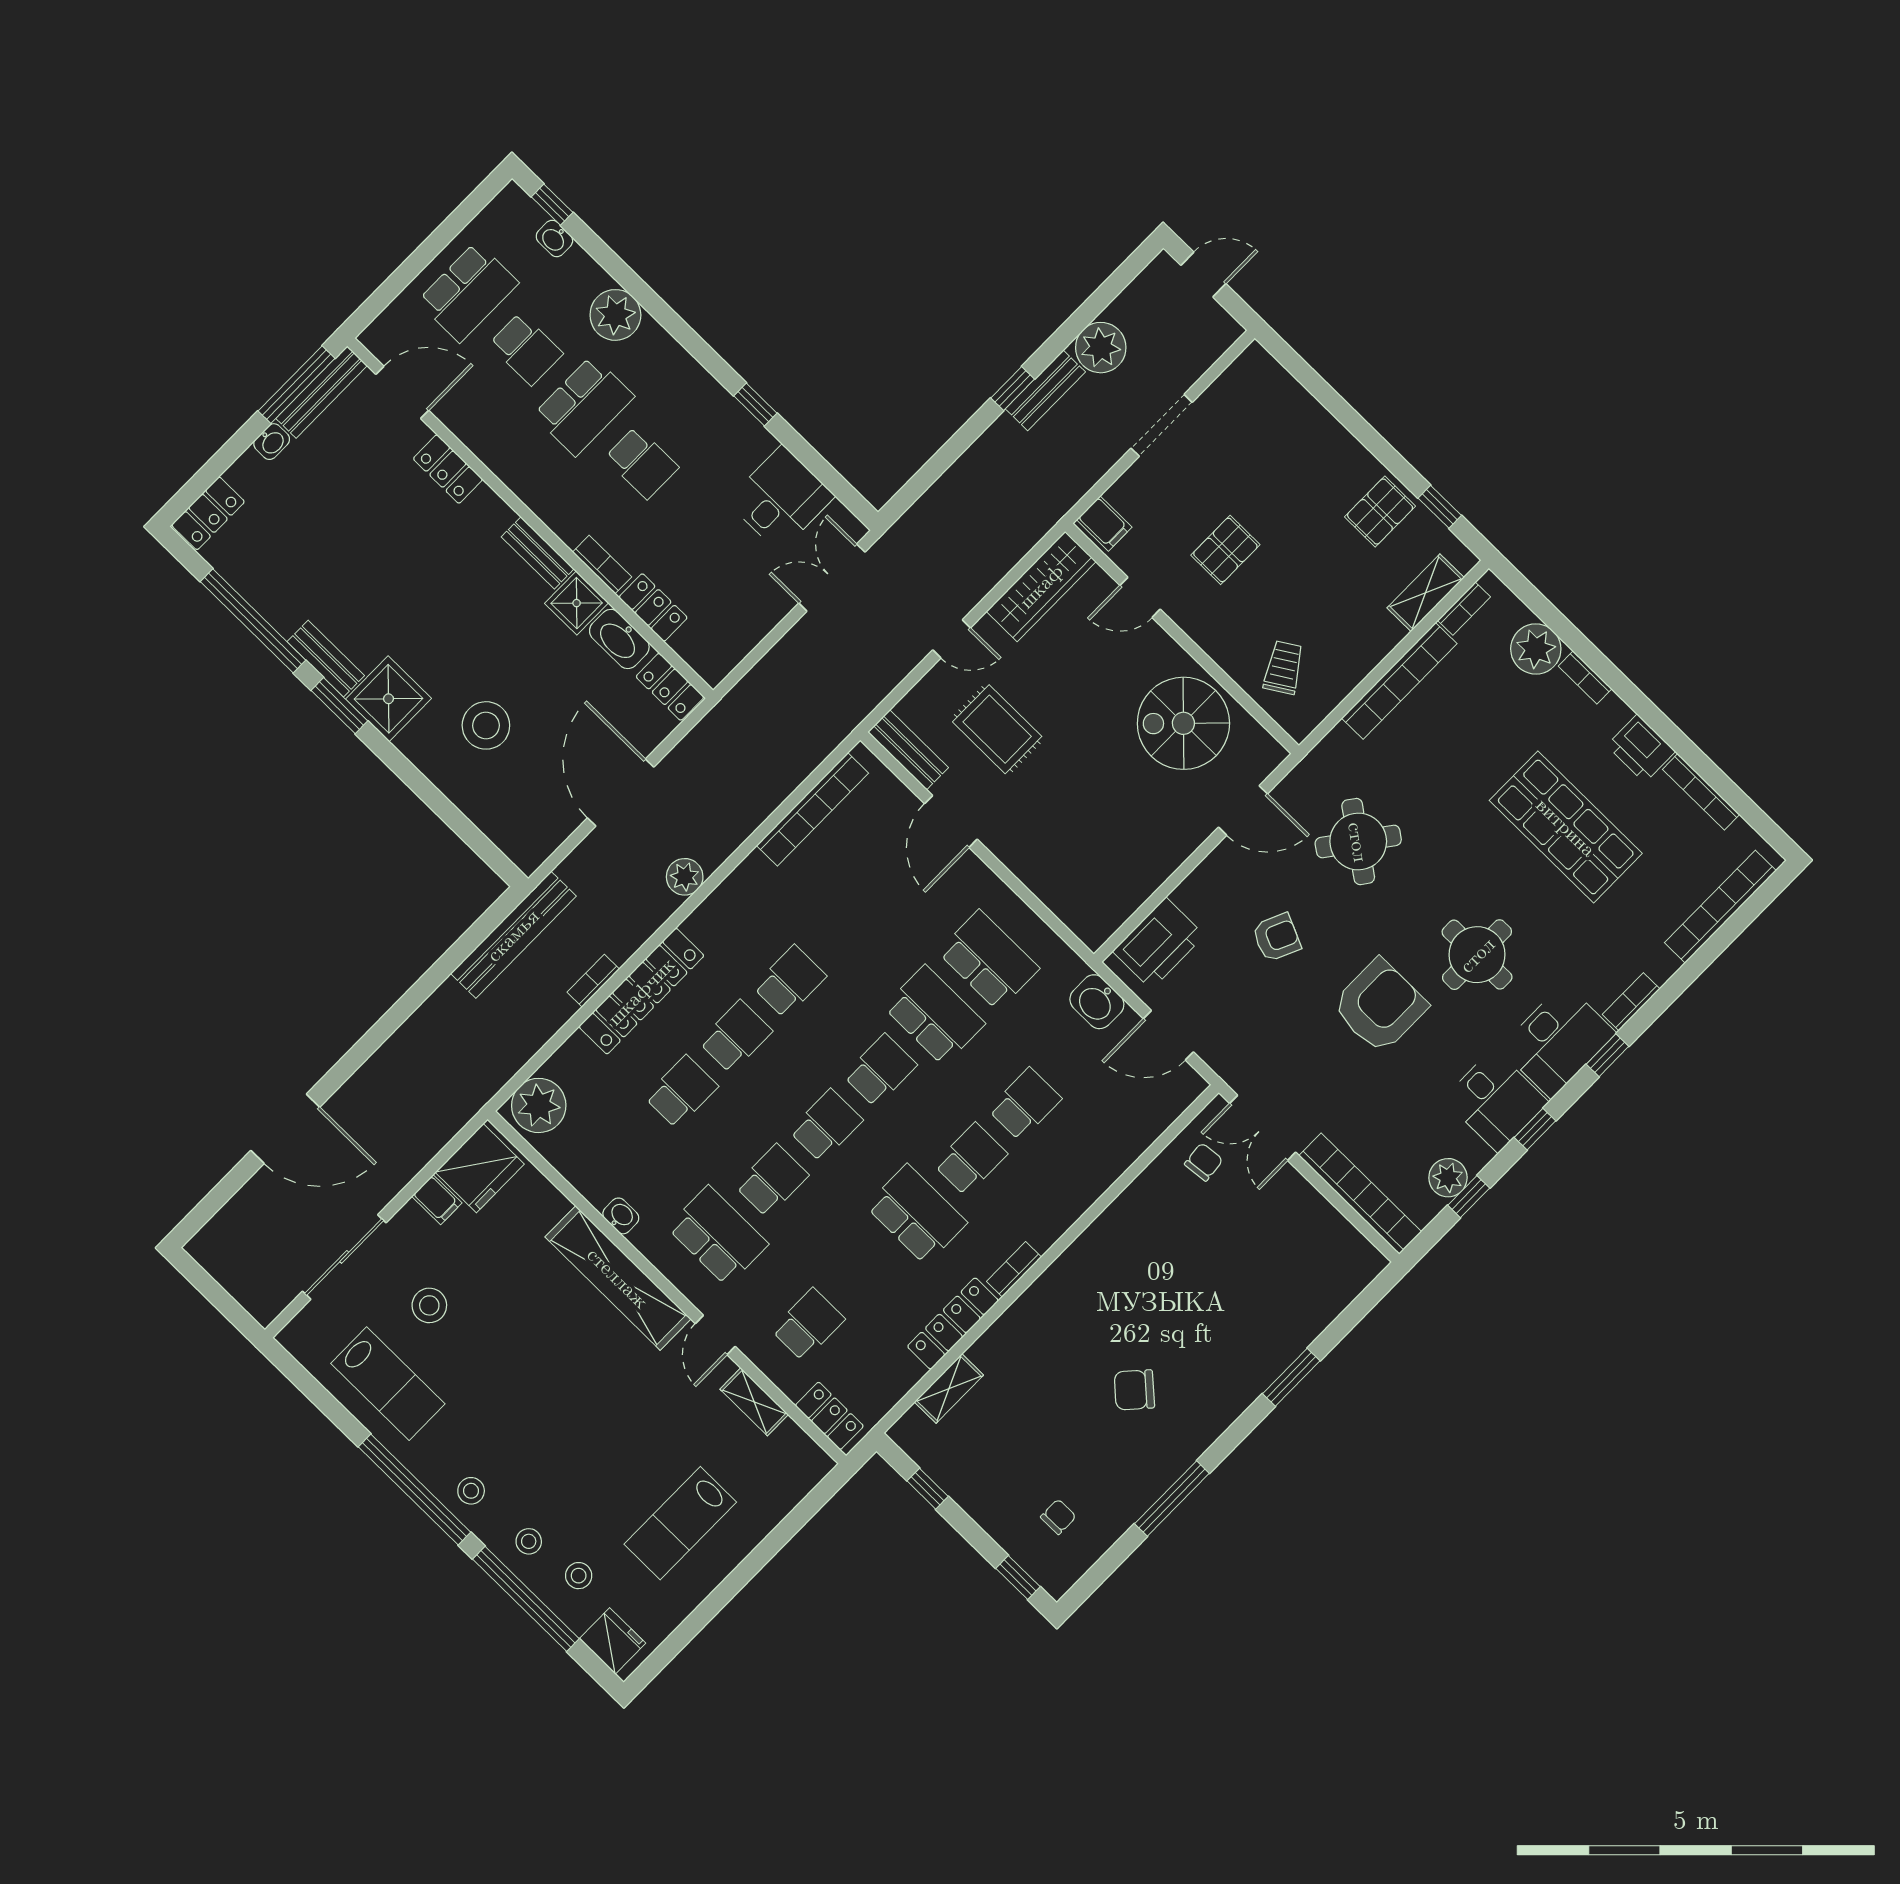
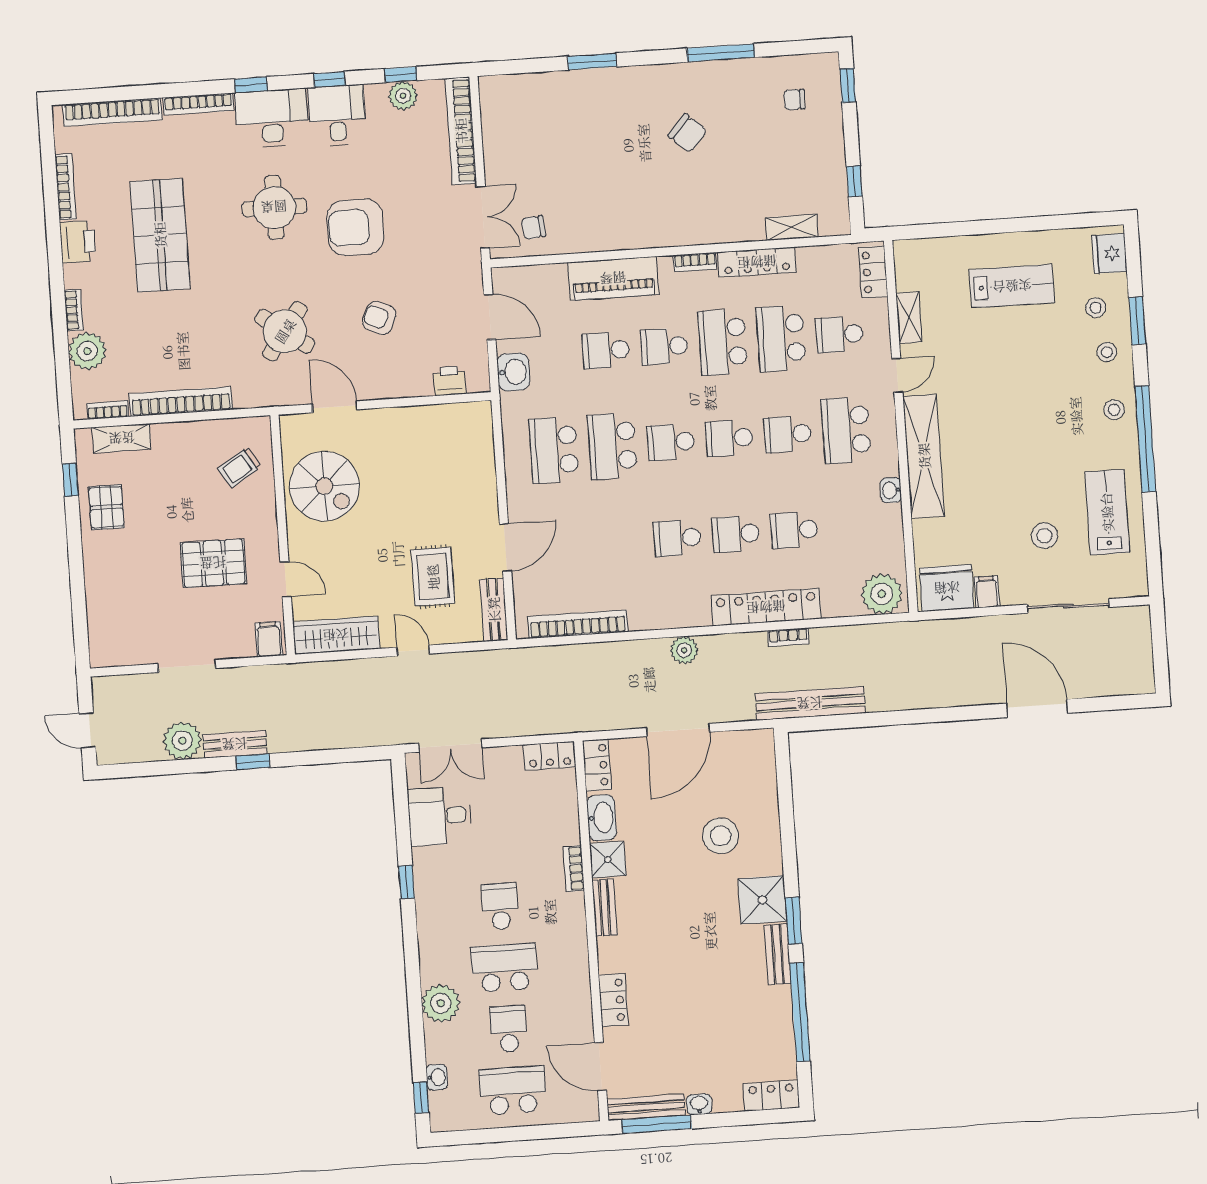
pallet: (1380, 512) -> (106, 507), turned 90
pallet: (1225, 550) -> (213, 563), width x1.50, depth x1.42
locker: (653, 607) -> (550, 756), moved, turned -90
printer: (1159, 943) -> (450, 381), width x0.53, depth x0.68
bookcase: (1631, 1002) -> (198, 104), width x1.56
piano: (1080, 1182) -> (613, 278), added
school desk: (862, 1269) -> (781, 338), added
window: (526, 1599) -> (1137, 321), width x0.47

